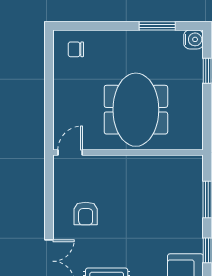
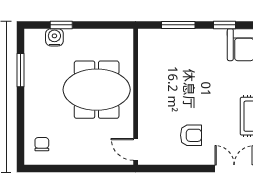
water cooler: (194, 39) -> (54, 37), moved
chair: (76, 49) -> (42, 144), turned 180

